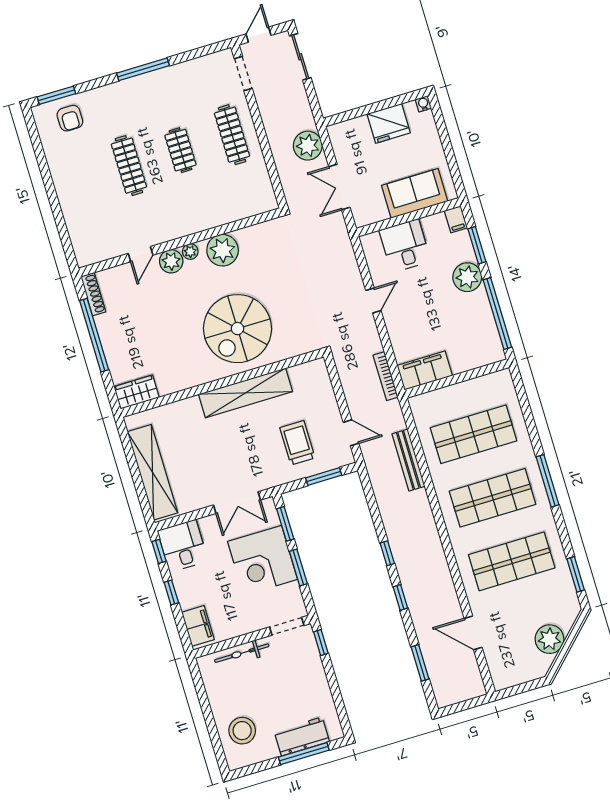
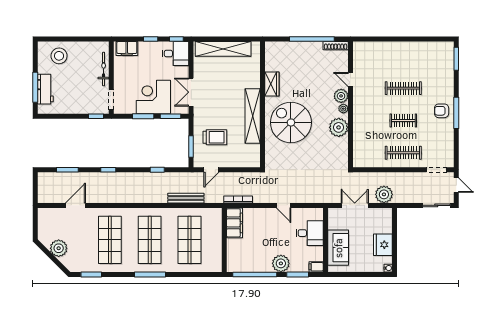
armchair: (70, 118) -> (442, 111), moved
wardrobe: (137, 392) -> (272, 84), moved
window: (387, 553) -> (157, 170), moved

